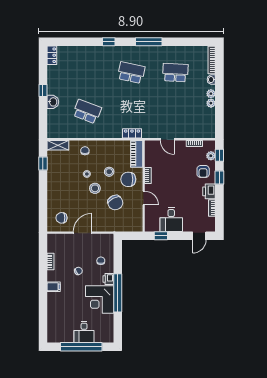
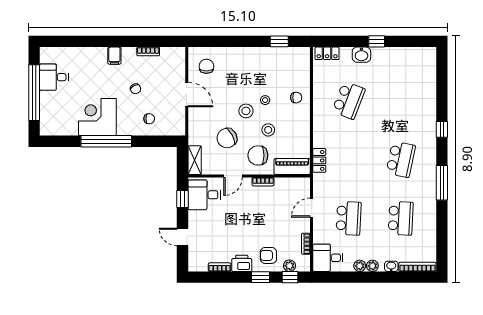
locker: (52, 55) -> (327, 53), moved
school desk: (175, 112) -> (349, 218), added
desk: (205, 127) -> (328, 258), added
shelving: (58, 145) -> (195, 160), moved
chair: (128, 179) -> (258, 155), turned -90
desk: (171, 220) -> (204, 195), moved
door: (199, 236) -> (183, 237), moved
printer: (108, 279) -> (125, 129), removed
desk: (84, 332) -> (54, 77), moved

